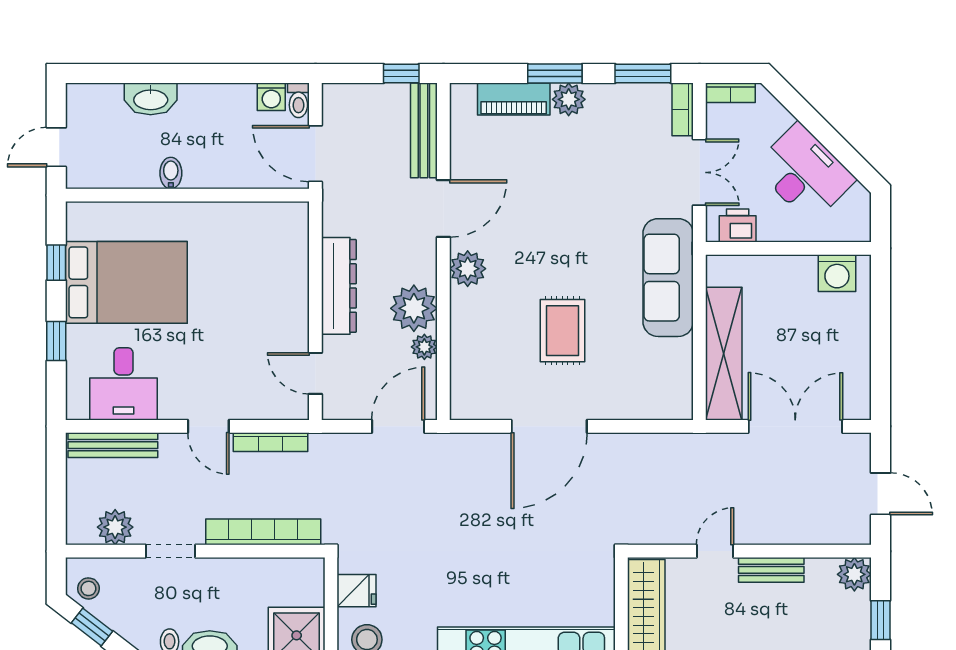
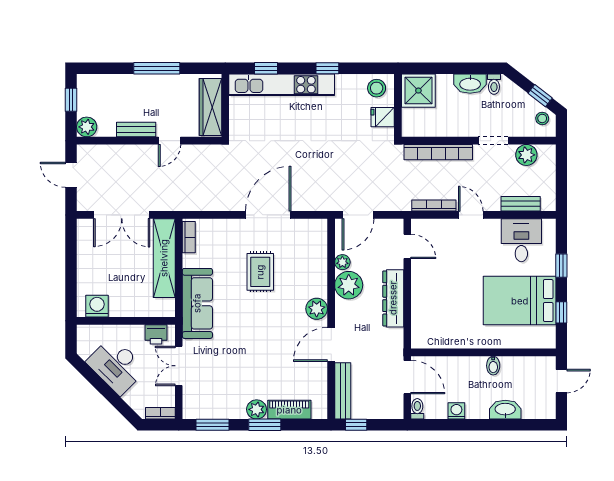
washing machine: (271, 97) -> (456, 411), moved
bookcase: (683, 109) -> (189, 237), moved
bench: (113, 445) -> (521, 204), width x0.73

